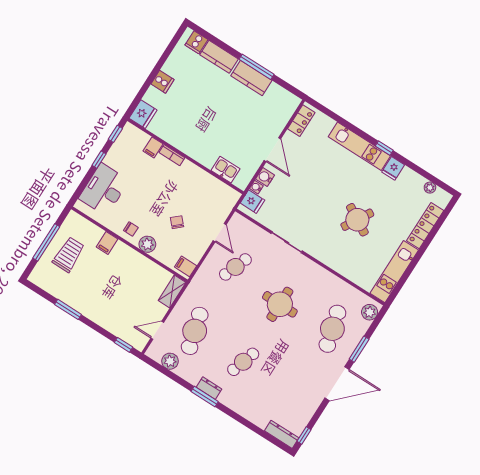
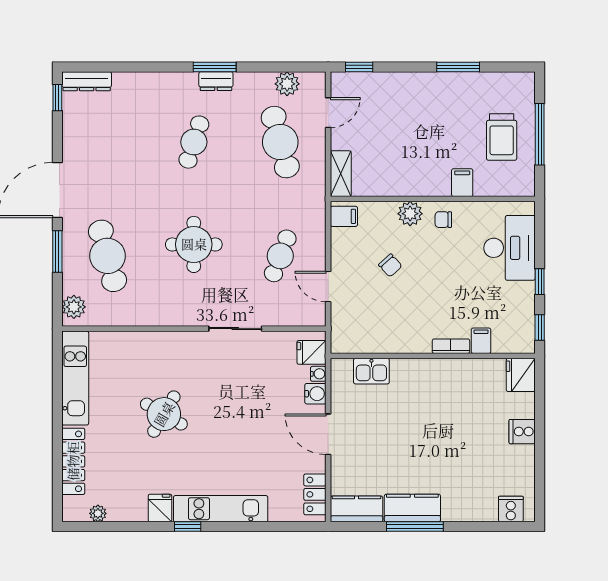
kitchen counter: (219, 57) -> (356, 509), moved

